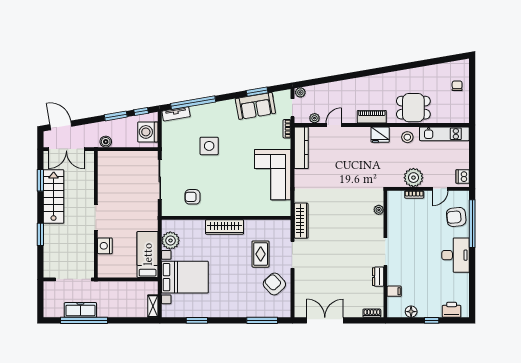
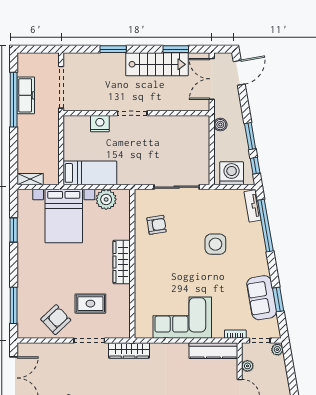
armchair: (192, 197) -> (157, 225), turned 81

